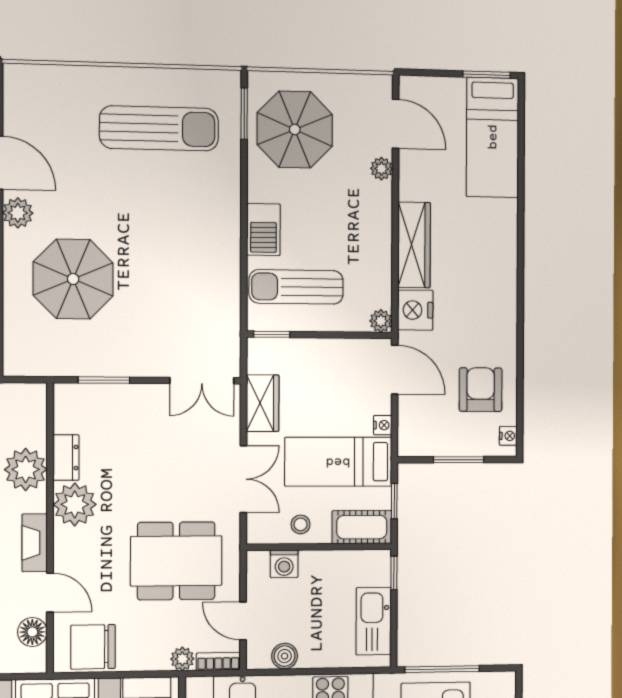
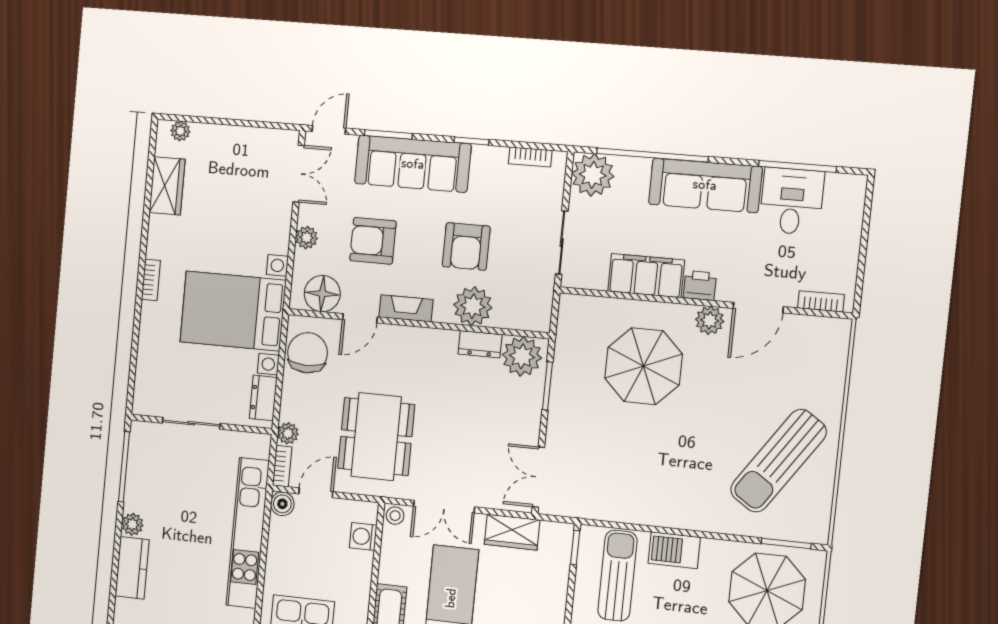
sun lounger: (159, 128) -> (778, 461), turned 34
plant: (75, 504) -> (522, 356), moved
stool: (301, 524) -> (395, 516), moved
floor lamp: (32, 632) -> (322, 294), width x1.38, depth x1.38
boiler: (285, 656) -> (282, 504), moved

